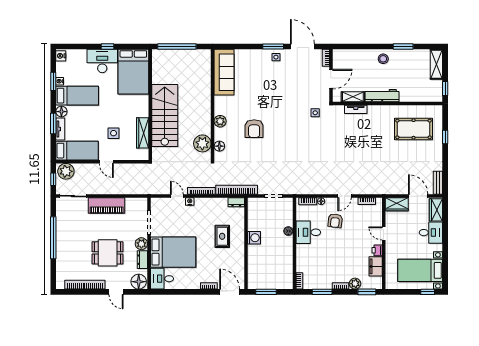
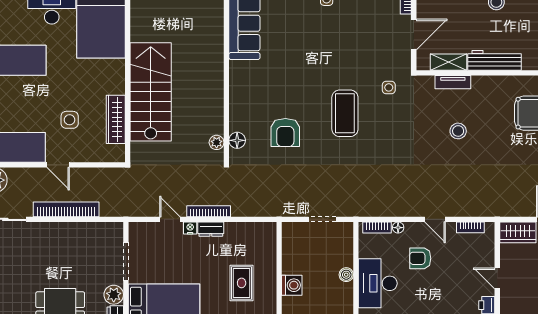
plant: (220, 121) -> (238, 101), removed
armchair: (254, 129) -> (285, 133), moved
coffee table: (288, 129) -> (345, 113), added
stool: (359, 140) -> (458, 131), added
plant: (202, 143) -> (217, 142), width x0.53, depth x0.53
bookcase: (237, 190) -> (66, 209), moved
door: (344, 196) -> (435, 219), hinge flipped
dresser: (236, 202) -> (211, 229), moved
piano: (107, 206) -> (58, 234), removed
armchair: (335, 221) -> (420, 258), turned 83
desk: (308, 232) -> (378, 283), width x1.37

